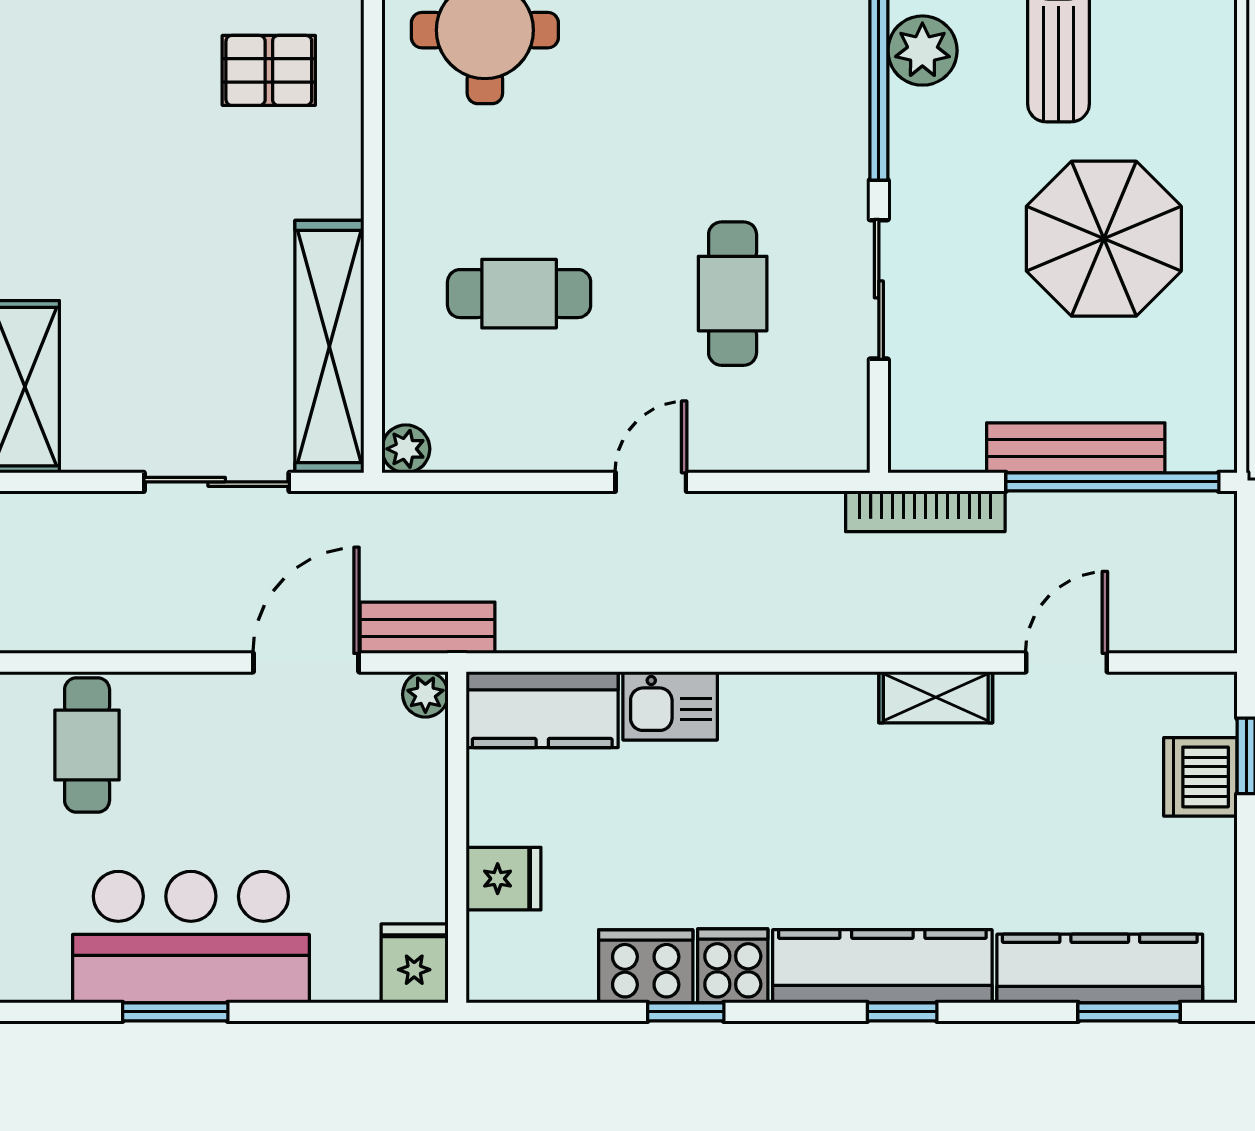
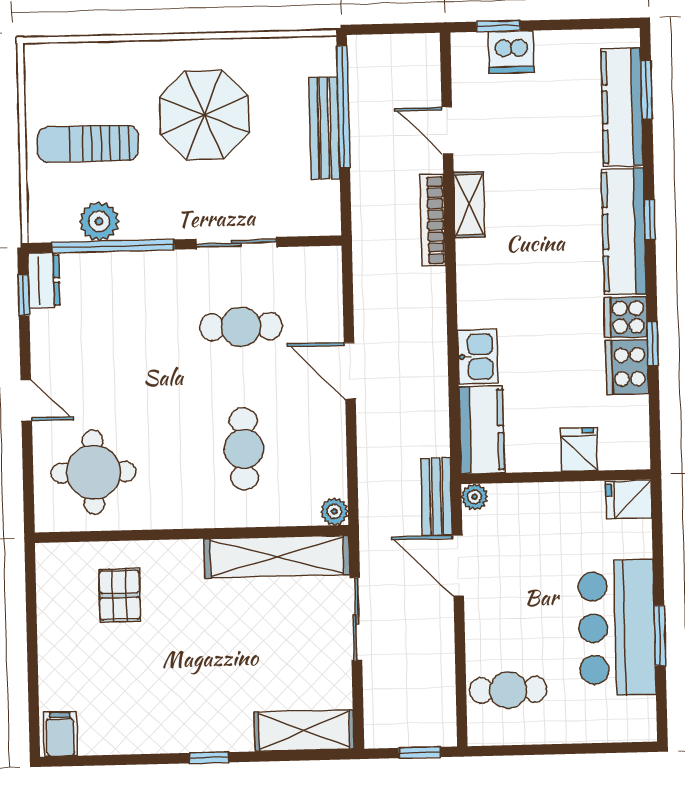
door: (651, 482) -> (350, 371), width x1.38
bookcase: (925, 511) -> (433, 220), moved, turned 180

